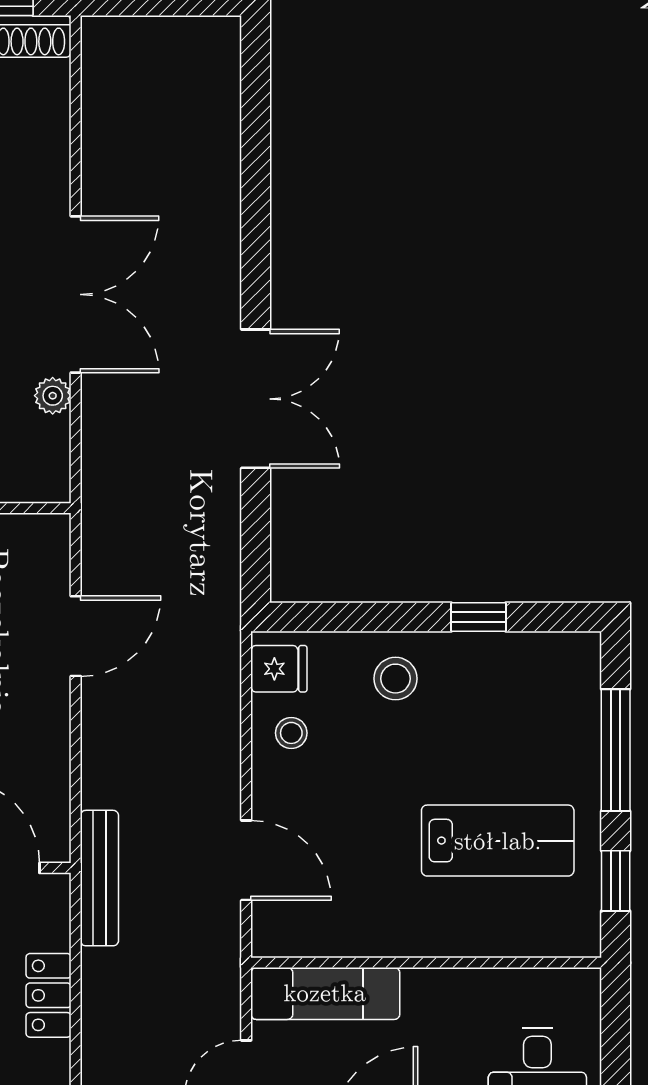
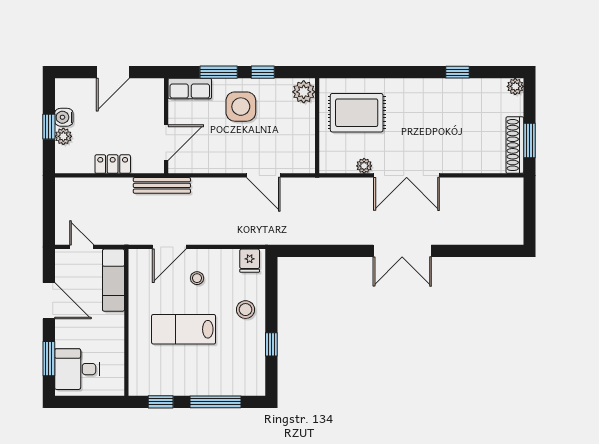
double door: (256, 399) -> (402, 251), moved
stool: (291, 733) -> (197, 278), moved
lab bench: (498, 841) -> (184, 329), moved, turned 90

